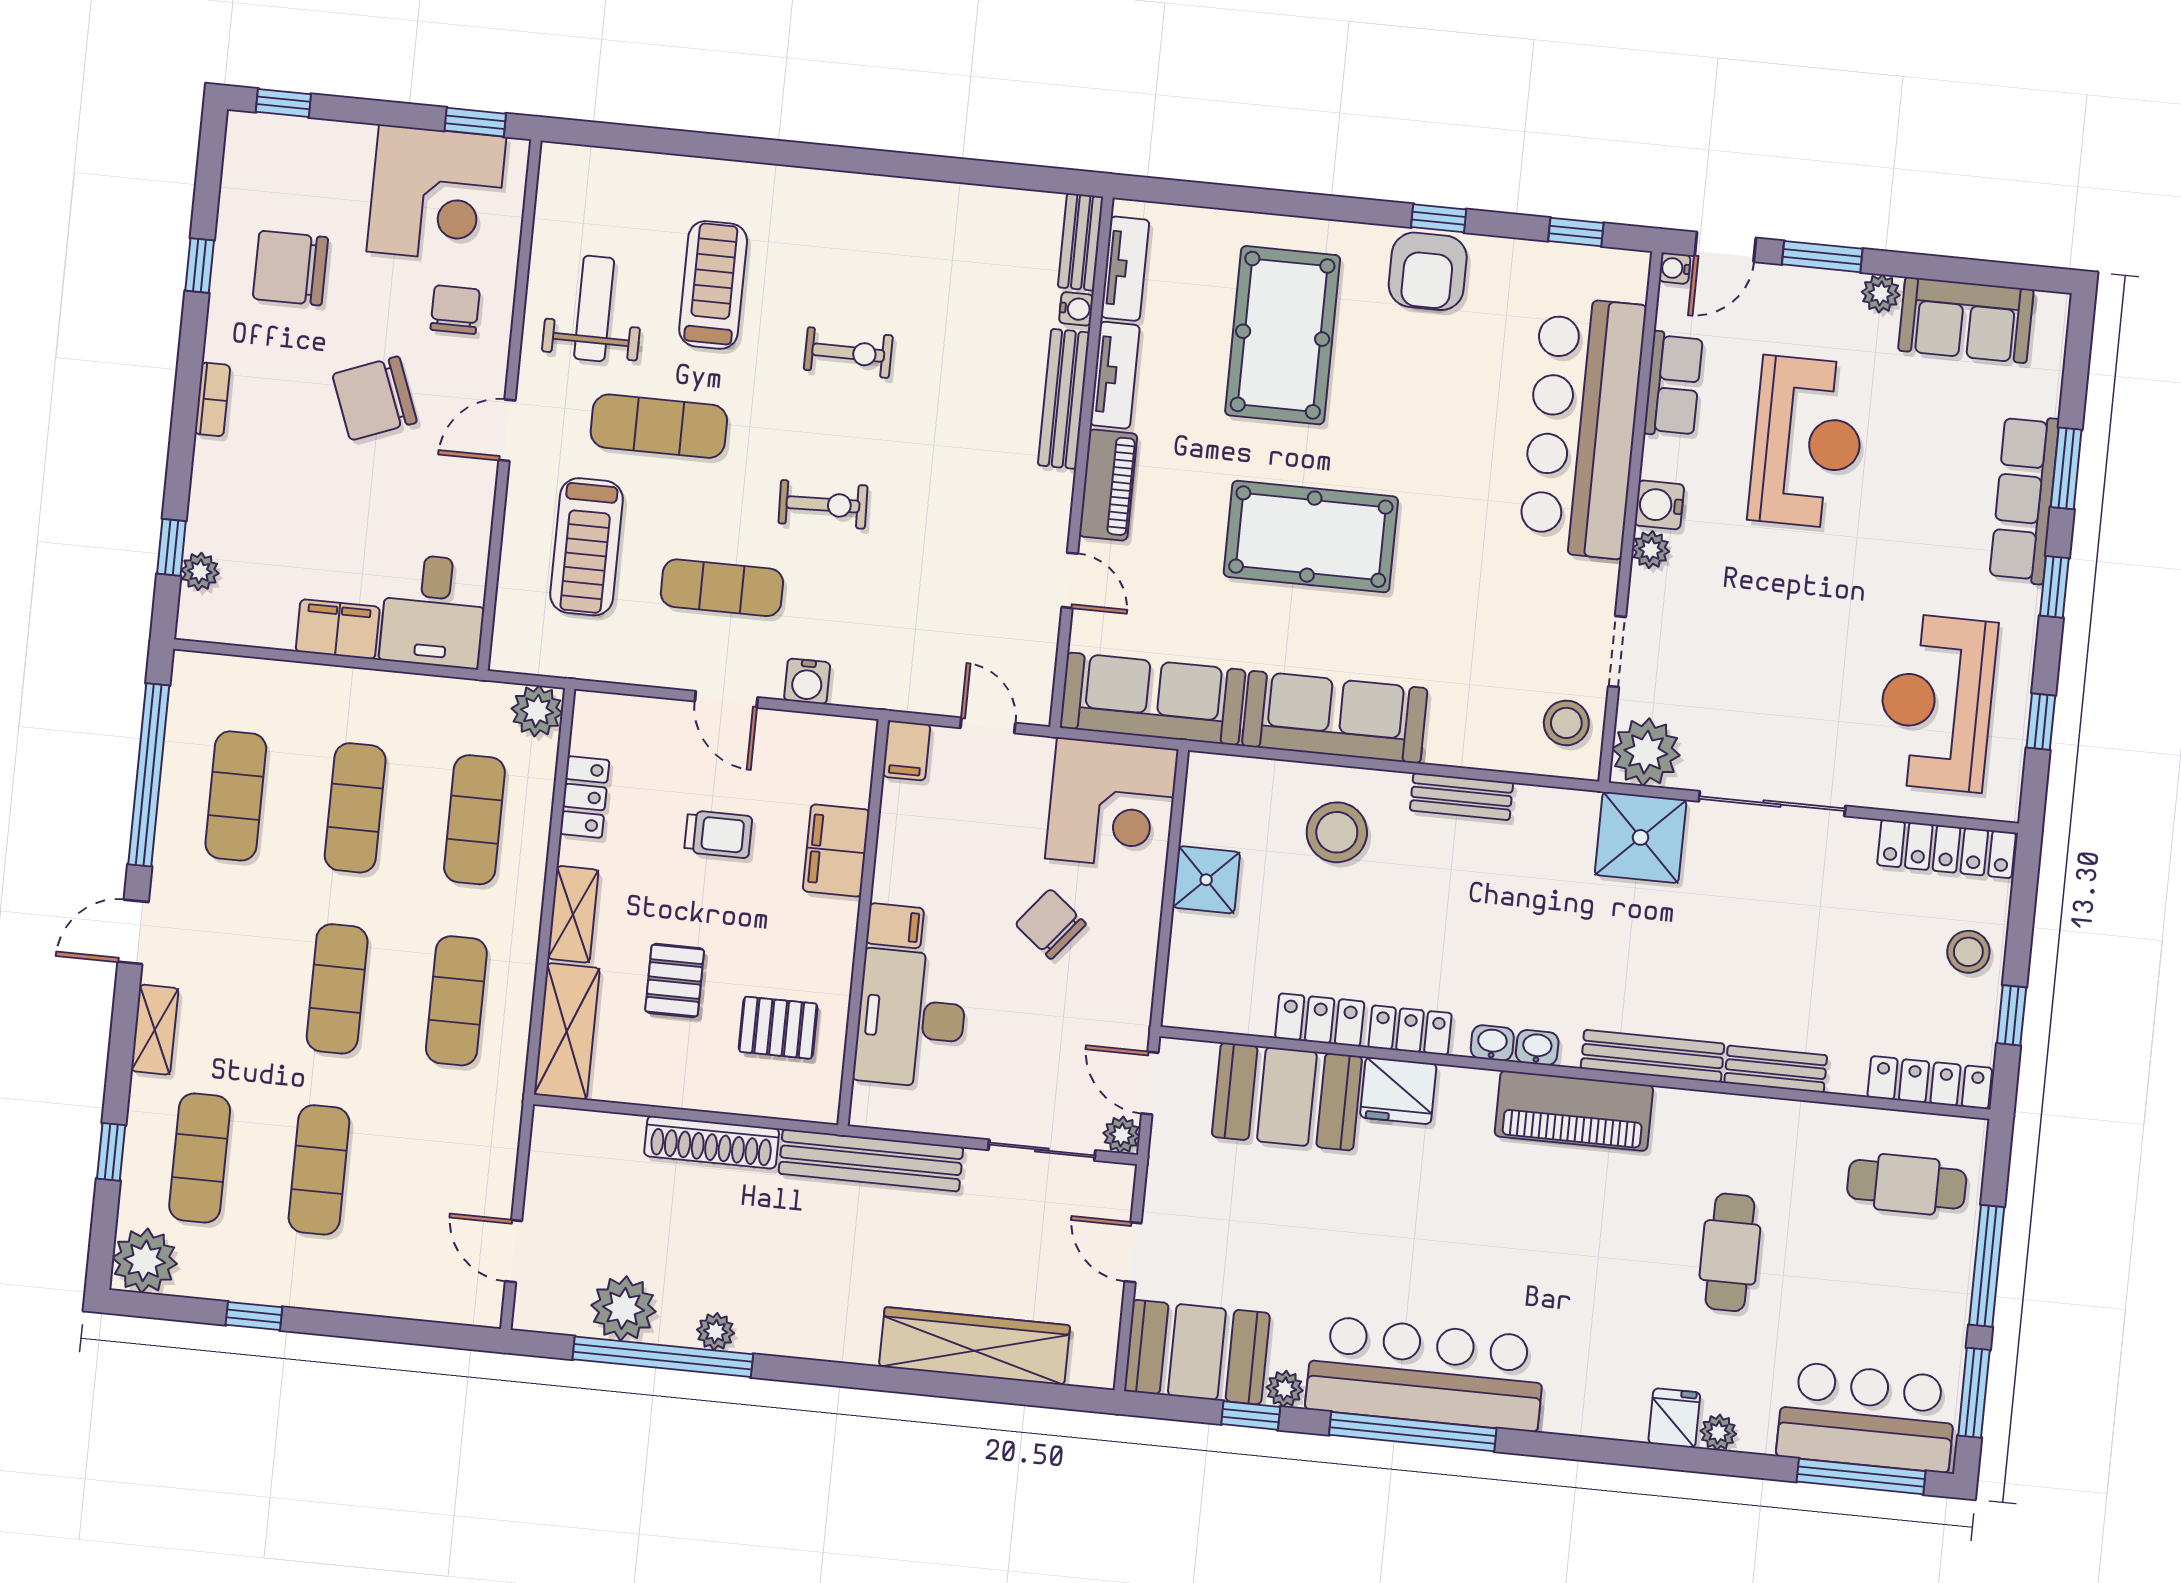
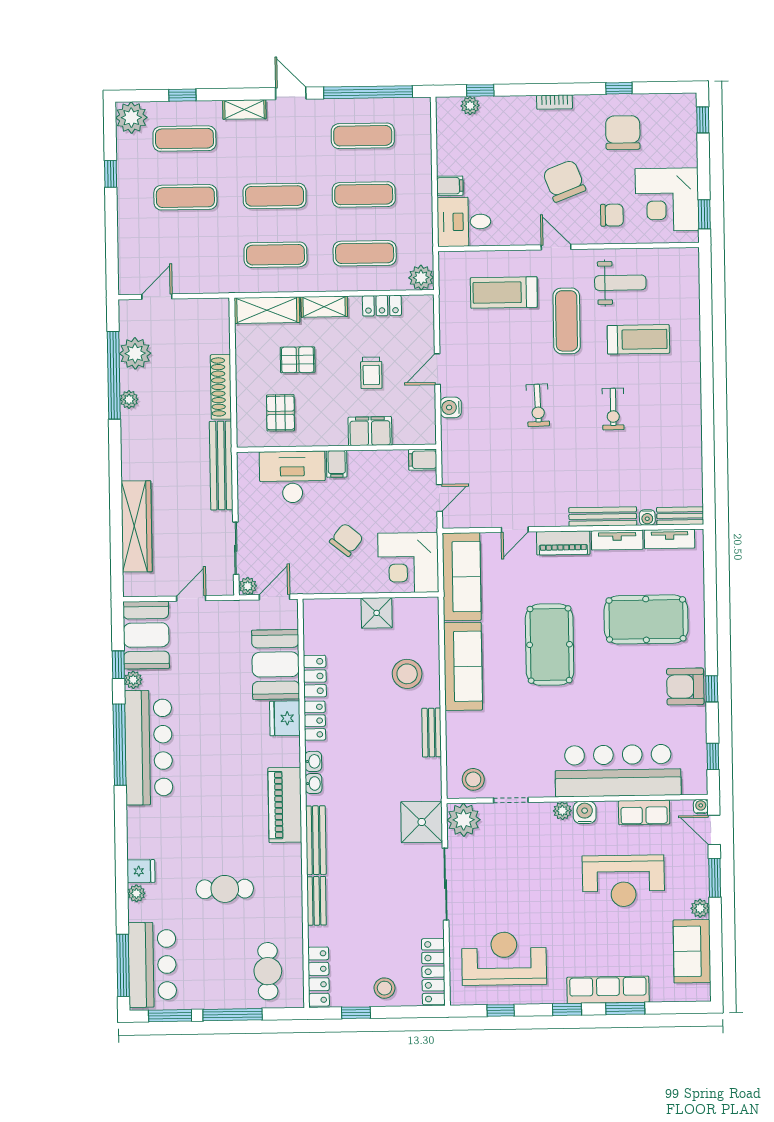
exercise mat: (722, 588) -> (492, 361), removed
filing cabinet: (338, 629) -> (450, 186), width x0.50

